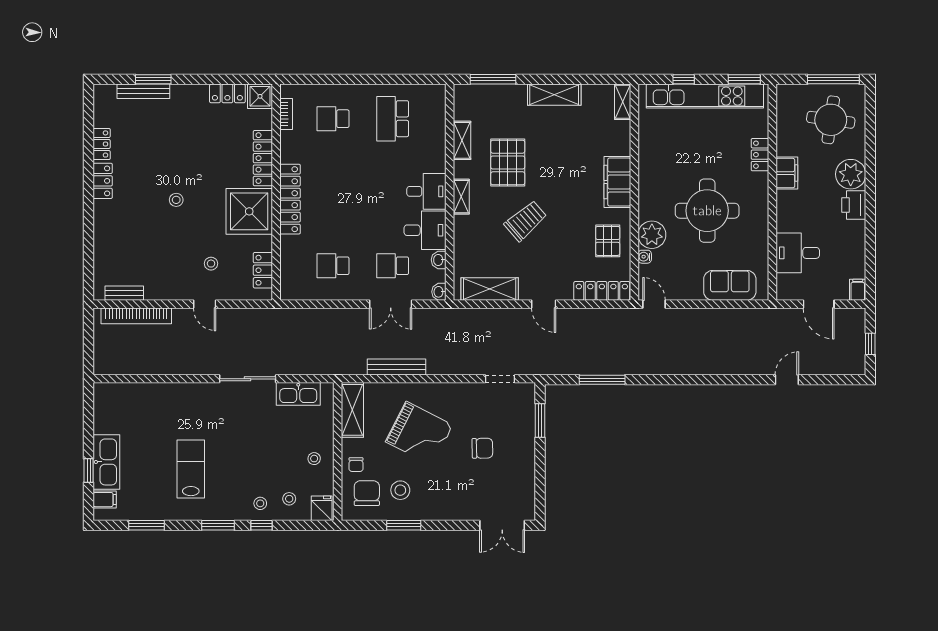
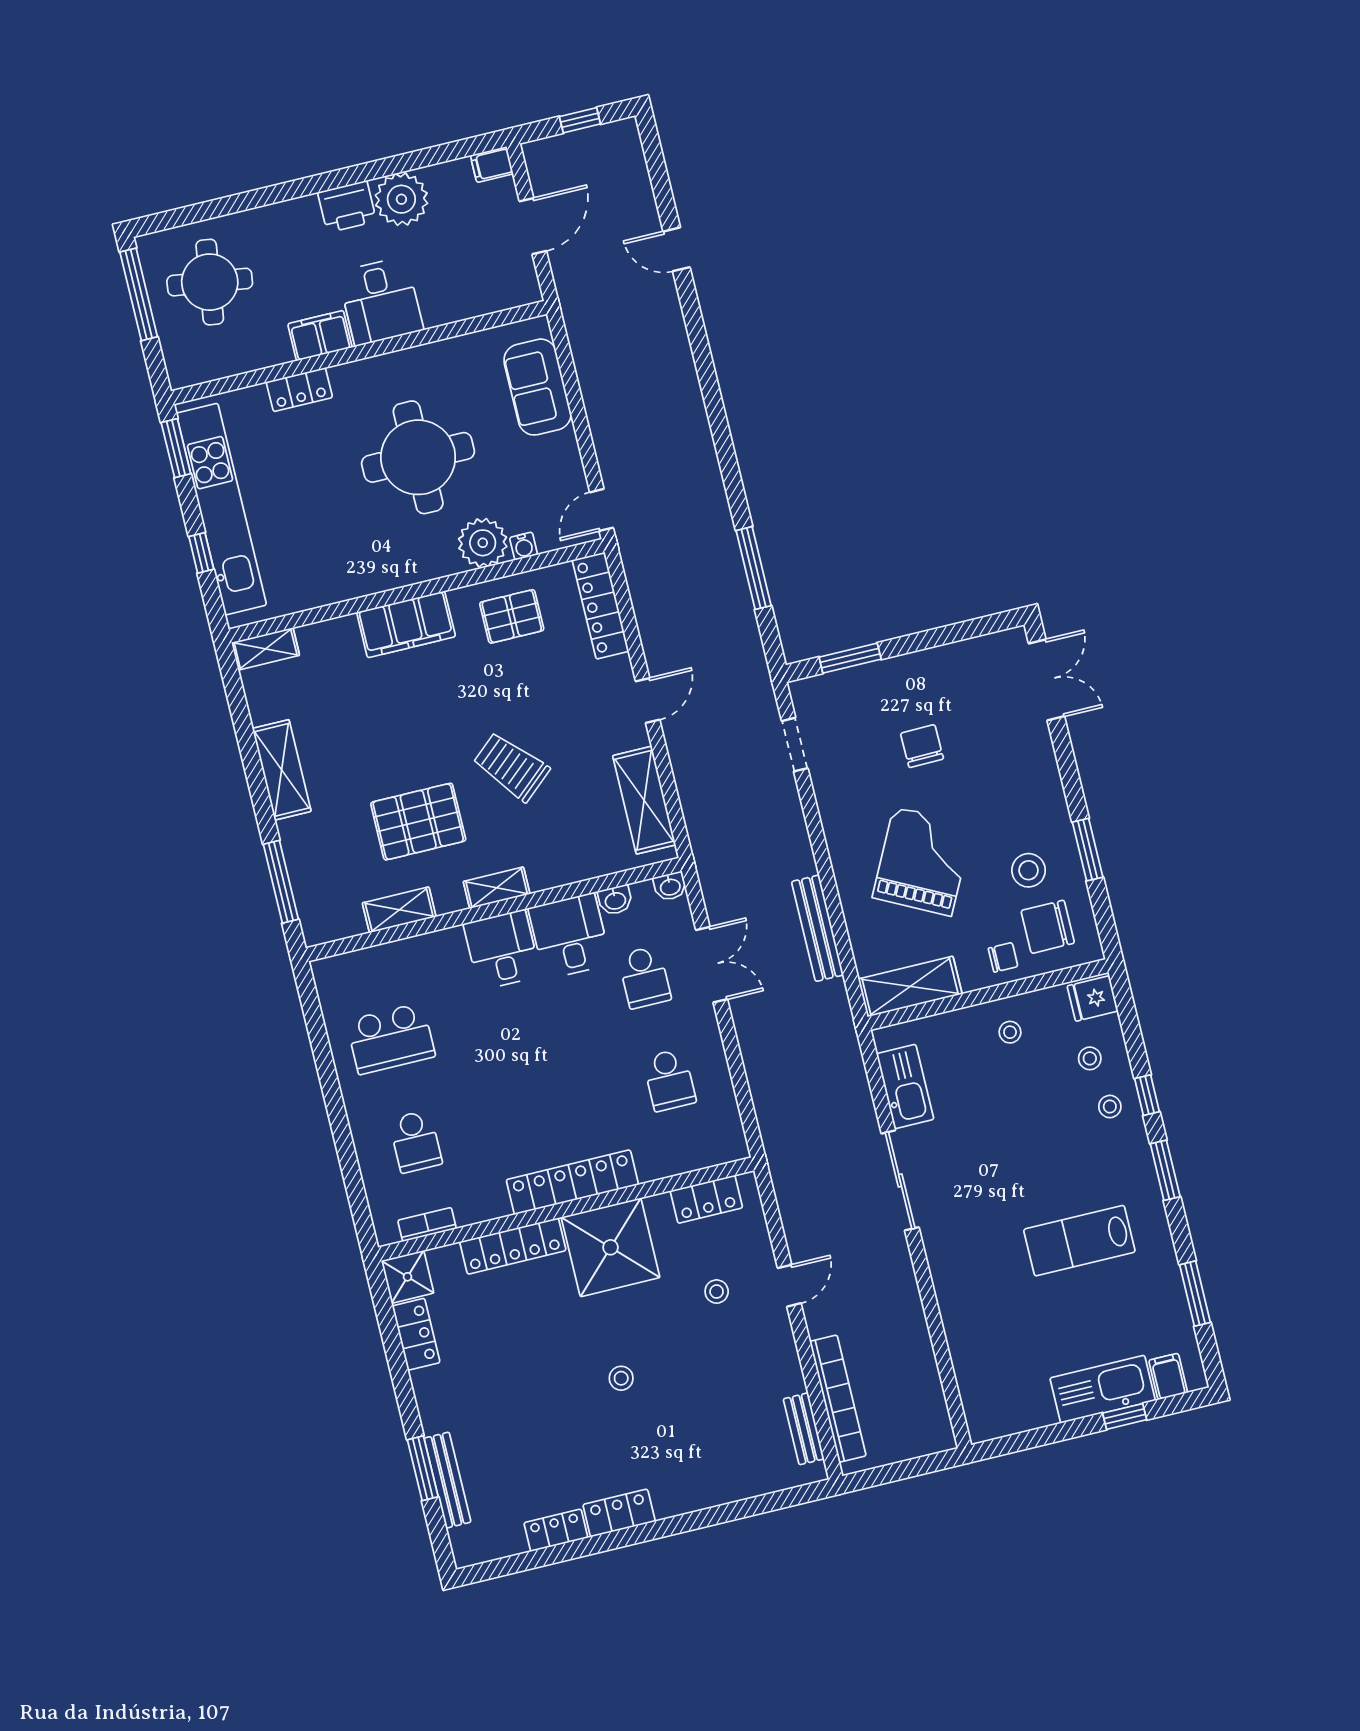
plant: (851, 174) -> (401, 199), moved
desk: (798, 253) -> (380, 301), moved

